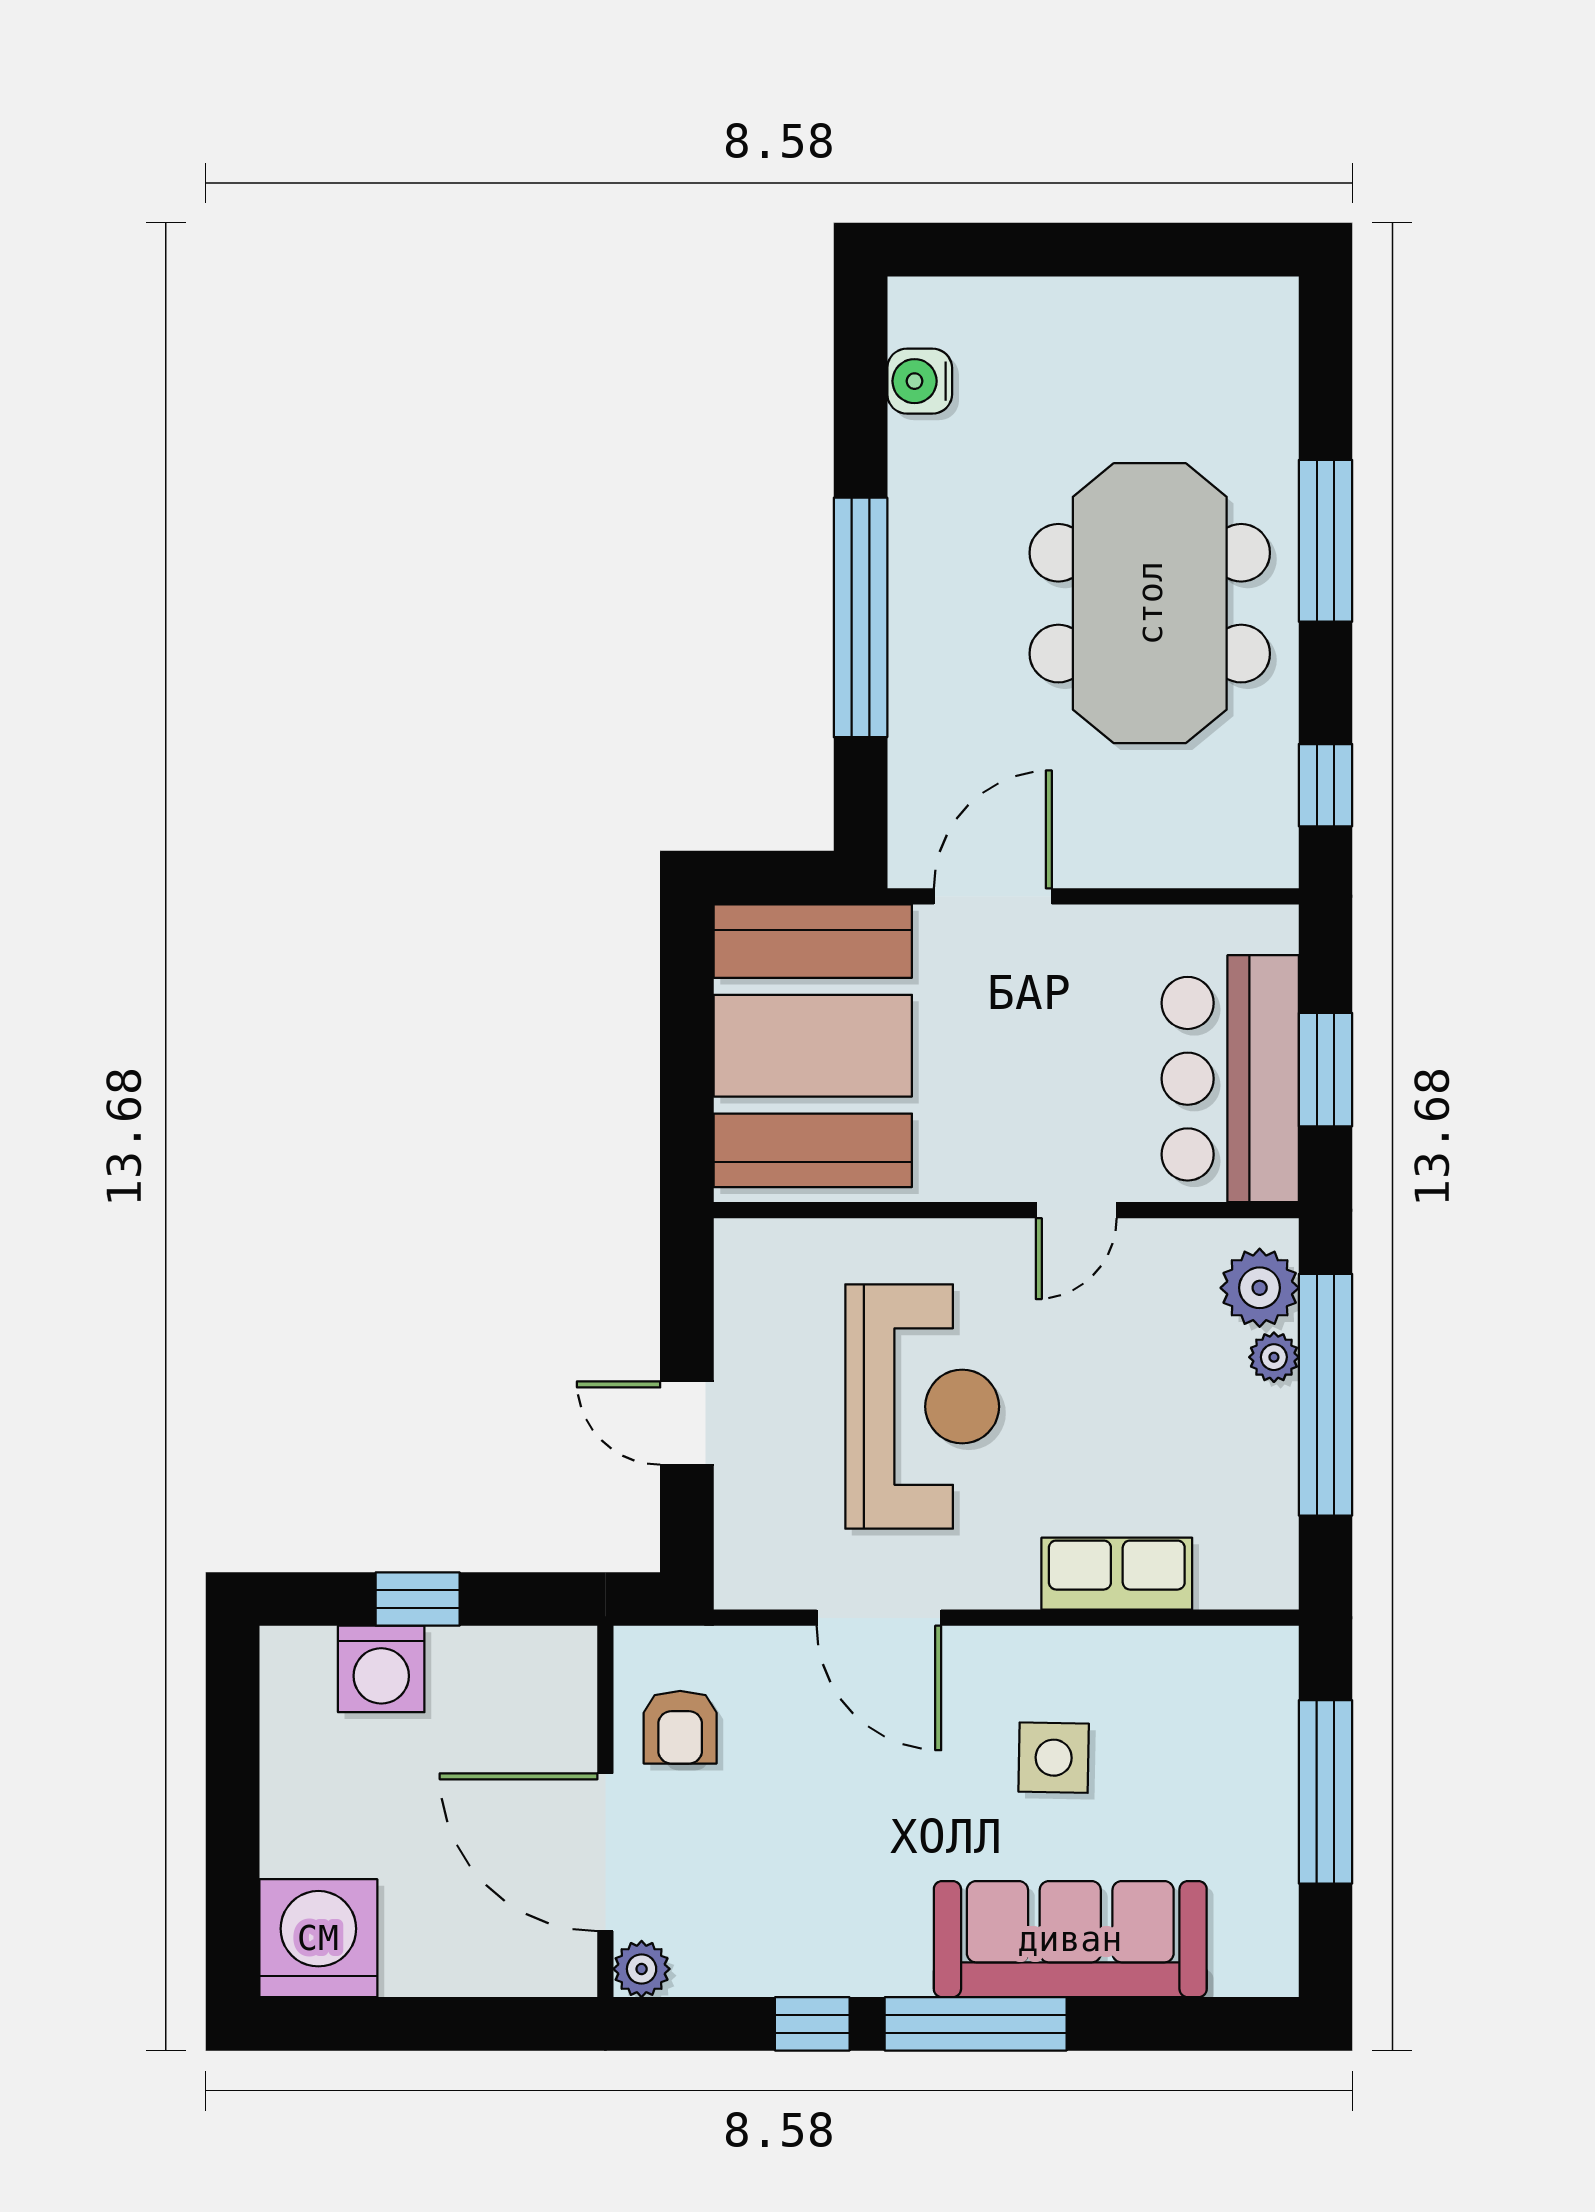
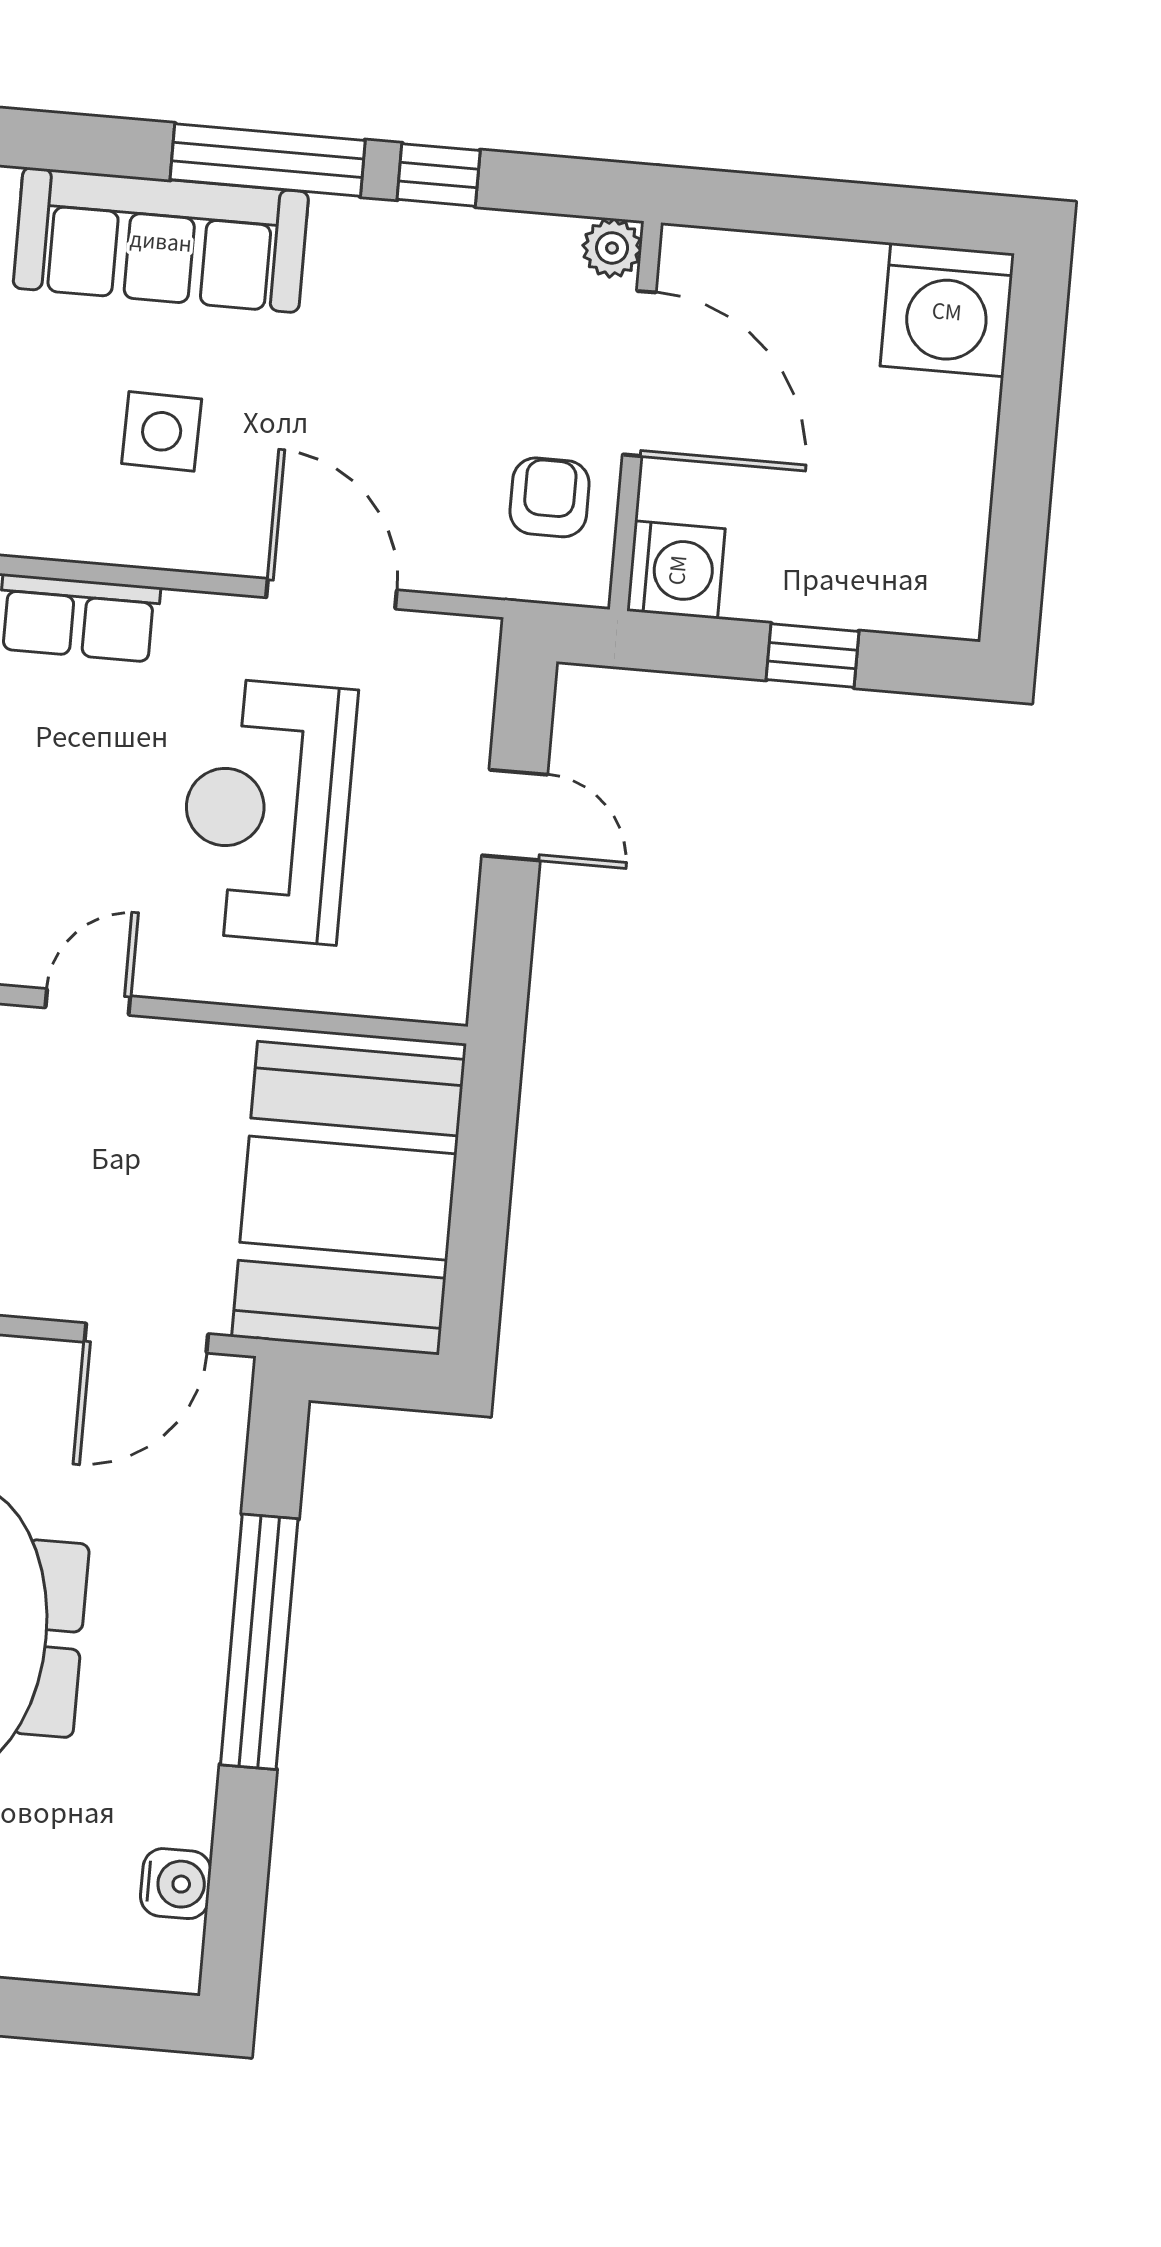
washing machine: (381, 1669) -> (676, 570), moved, turned 90

